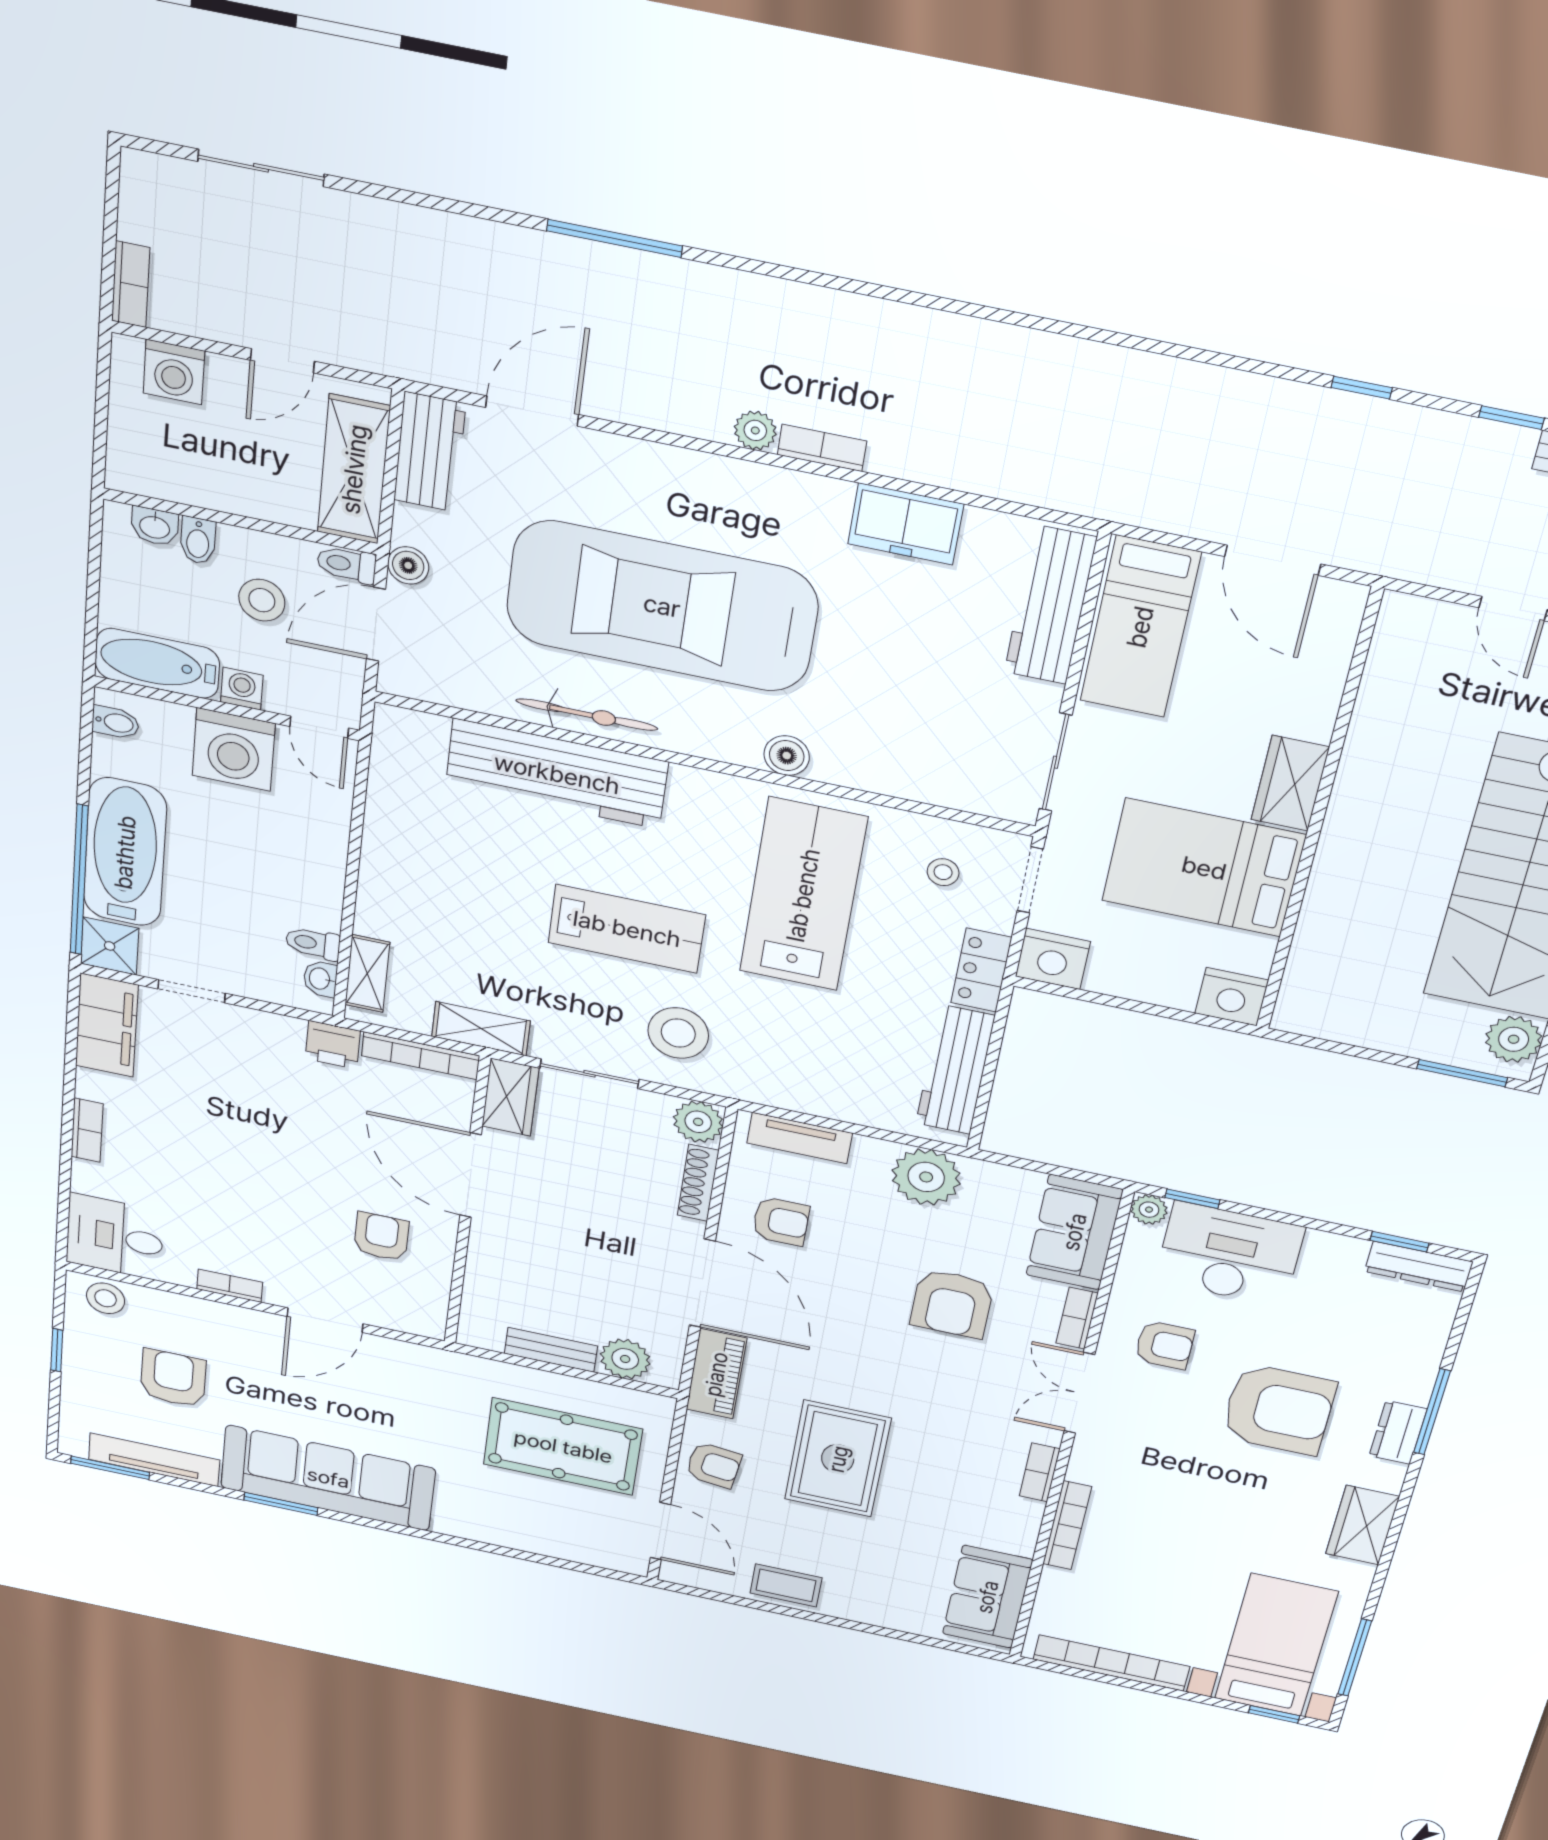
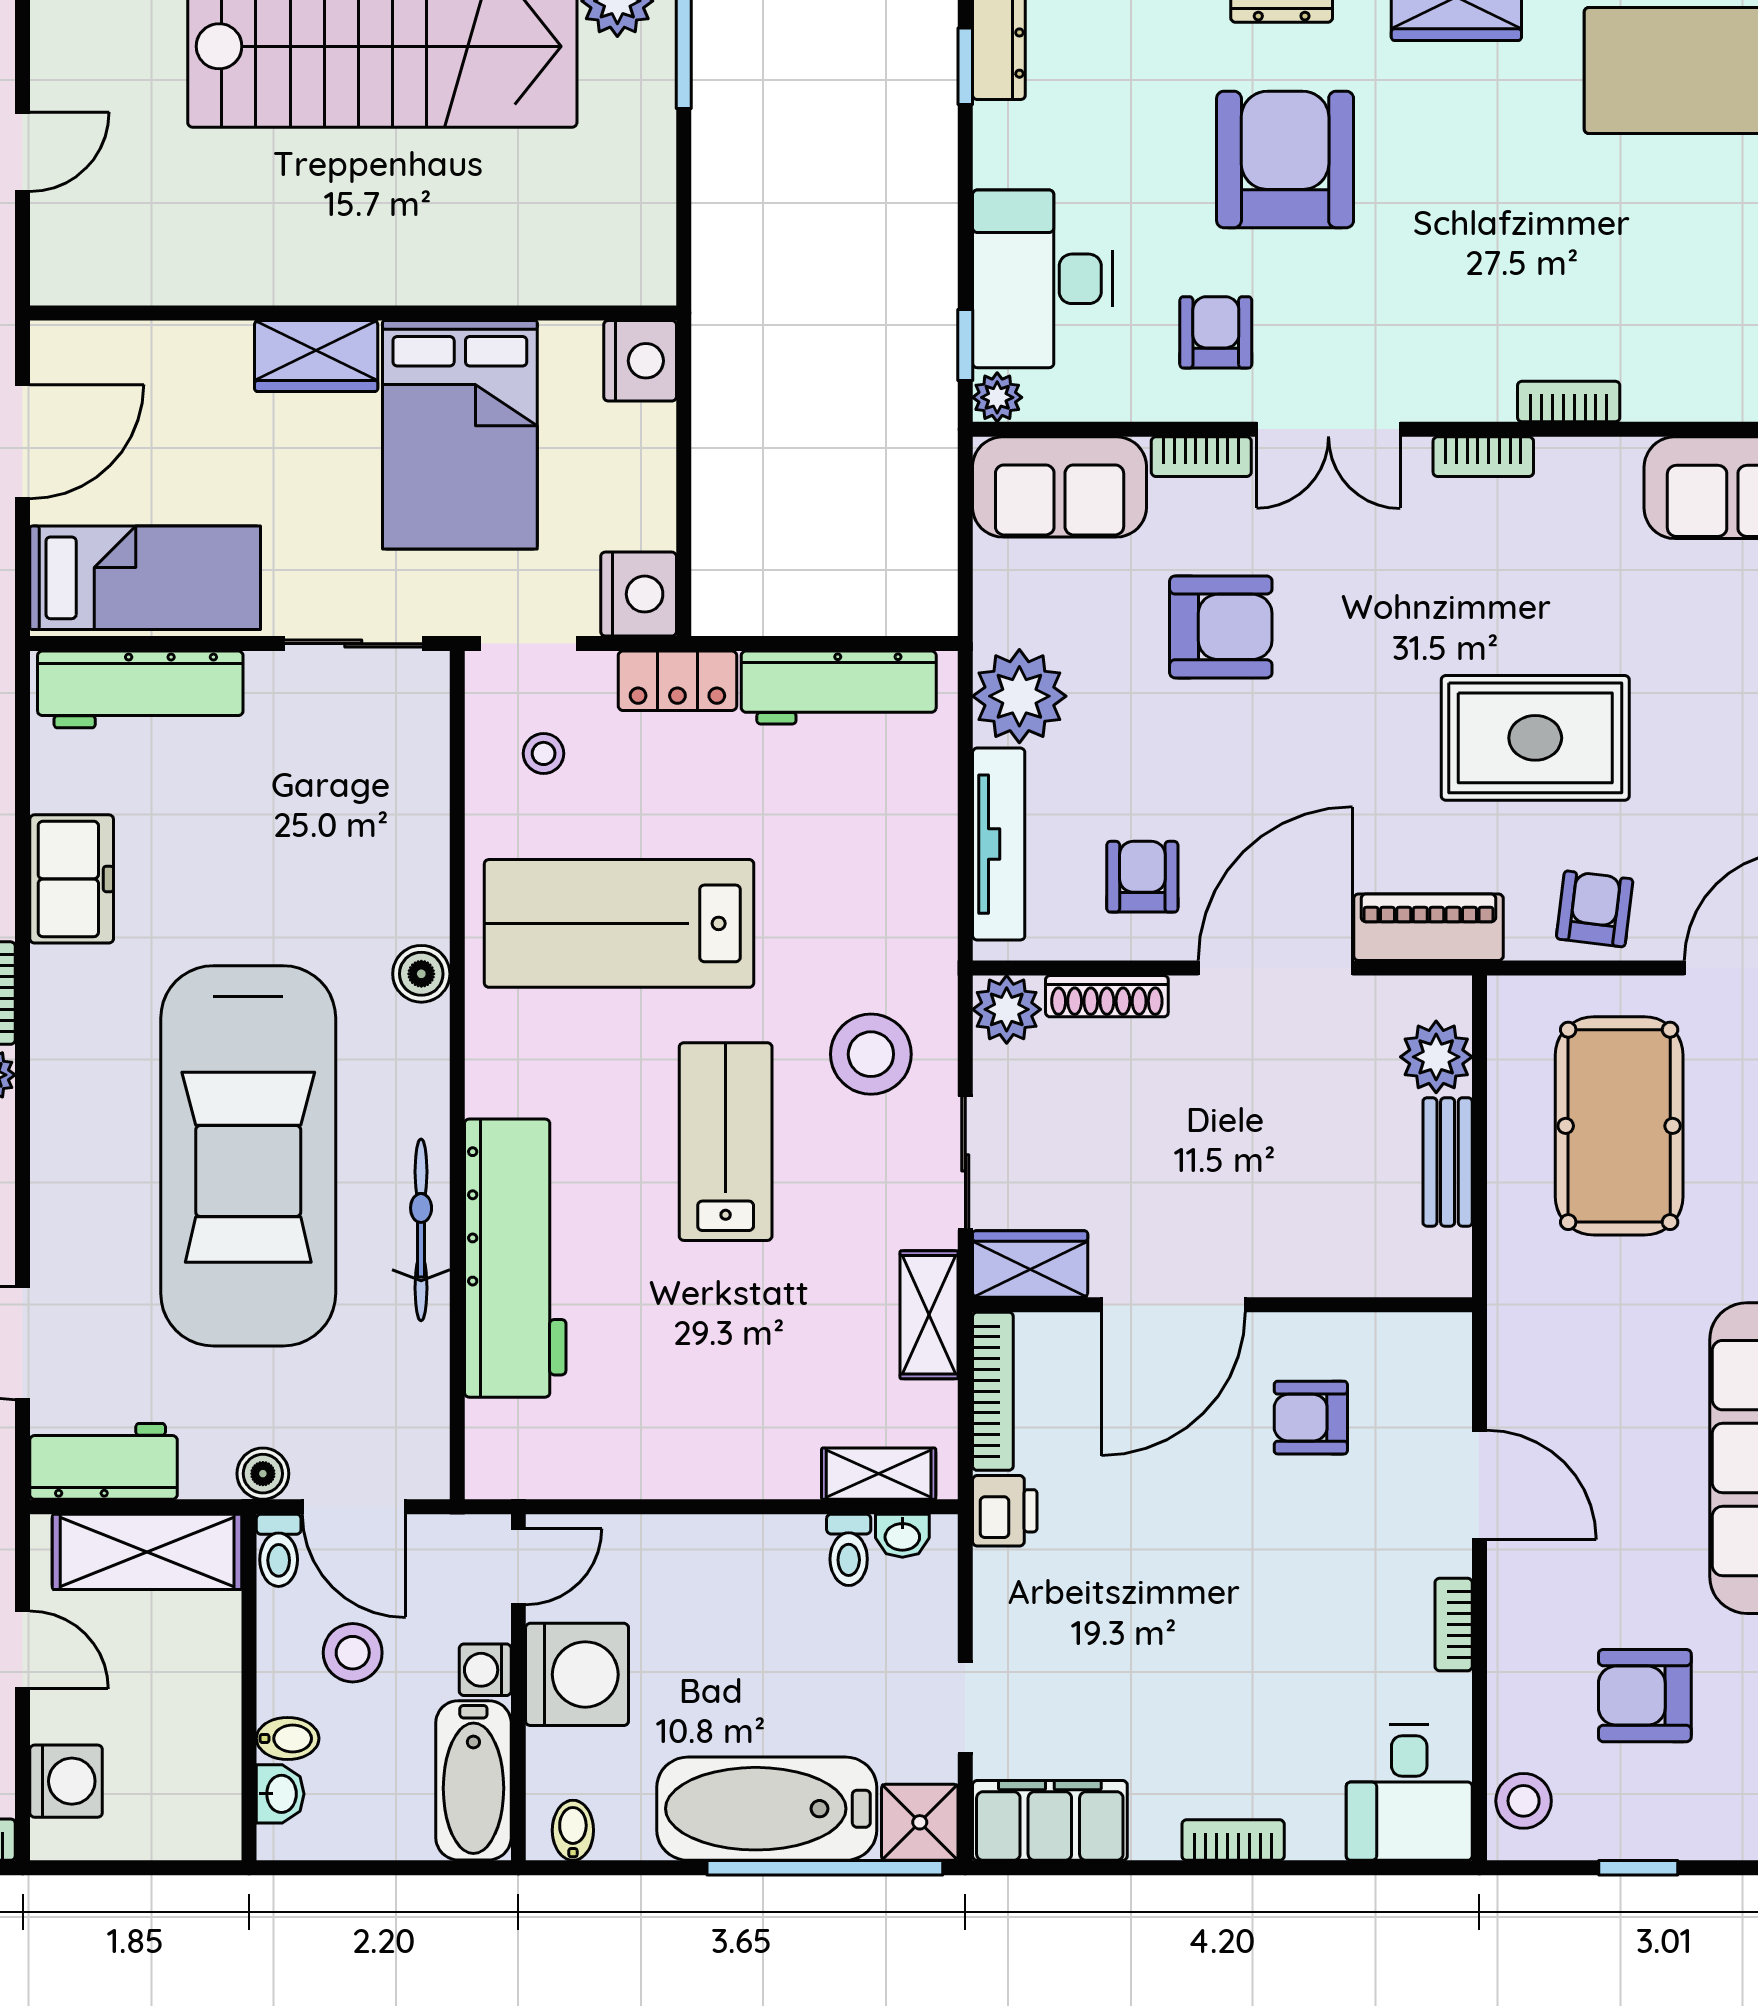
tv unit: (800, 1138) -> (999, 844), width x1.41
bookcase: (1067, 1525) -> (1569, 402), width x0.64

